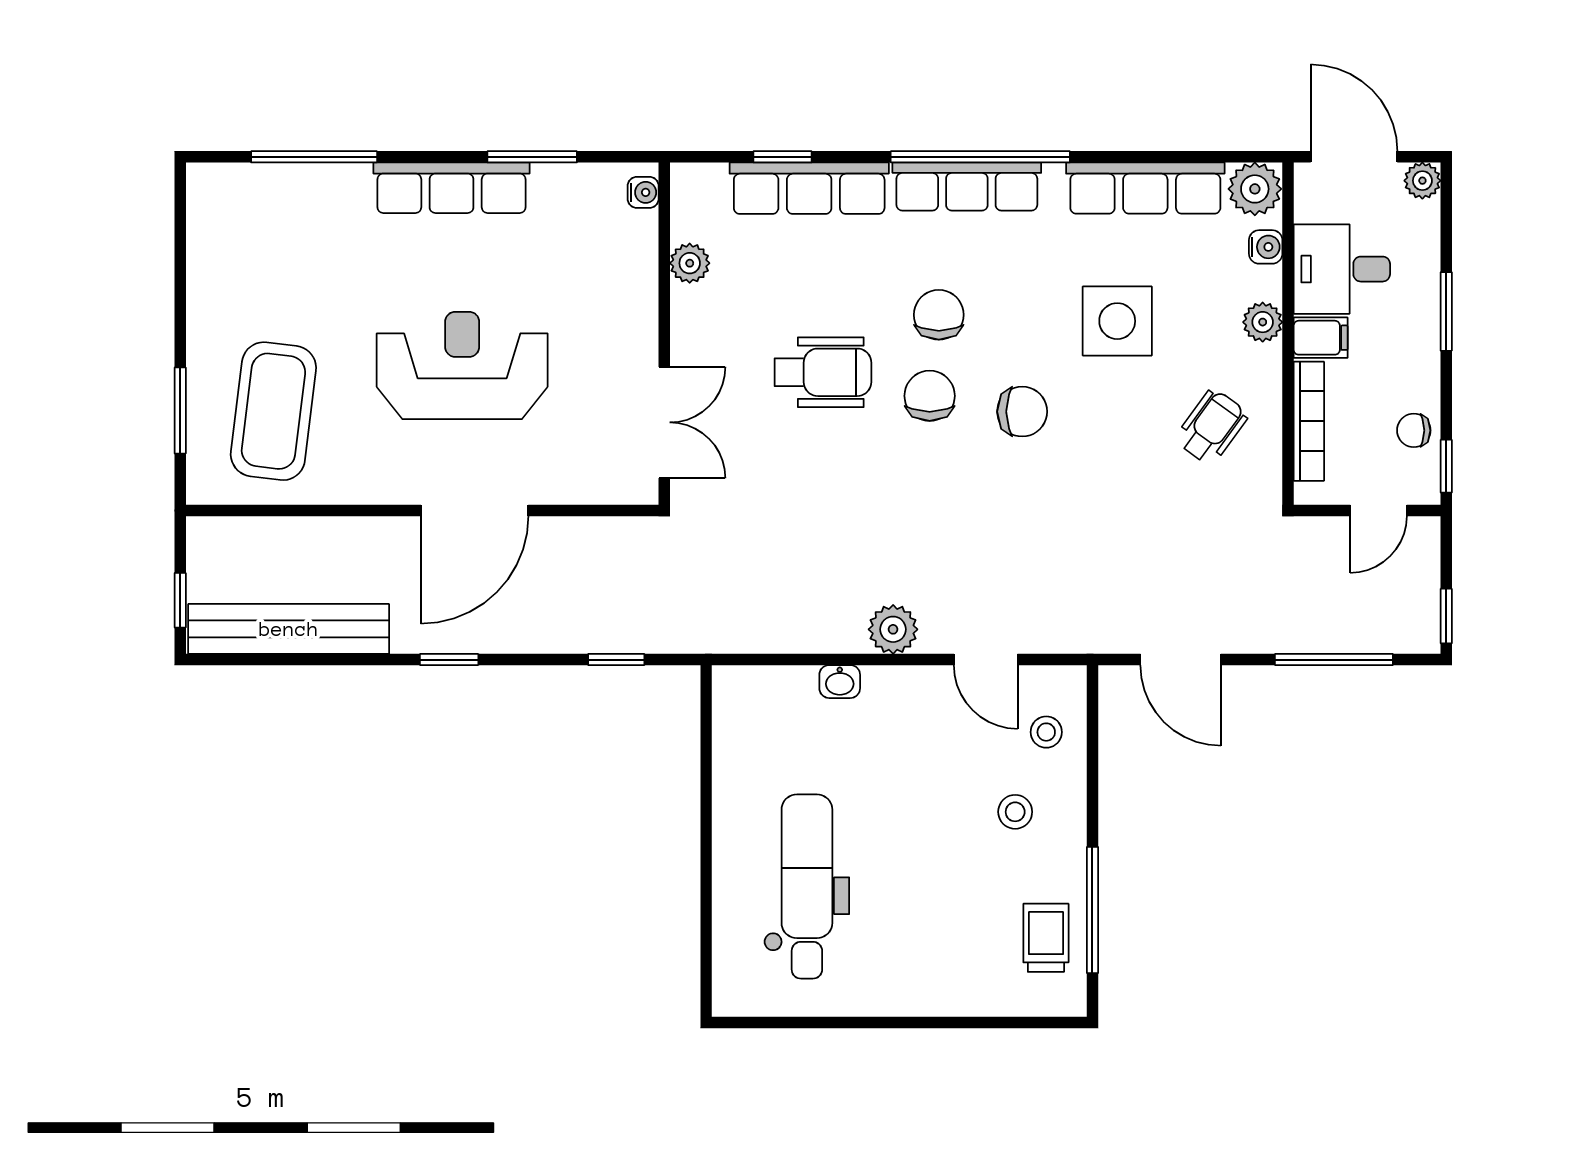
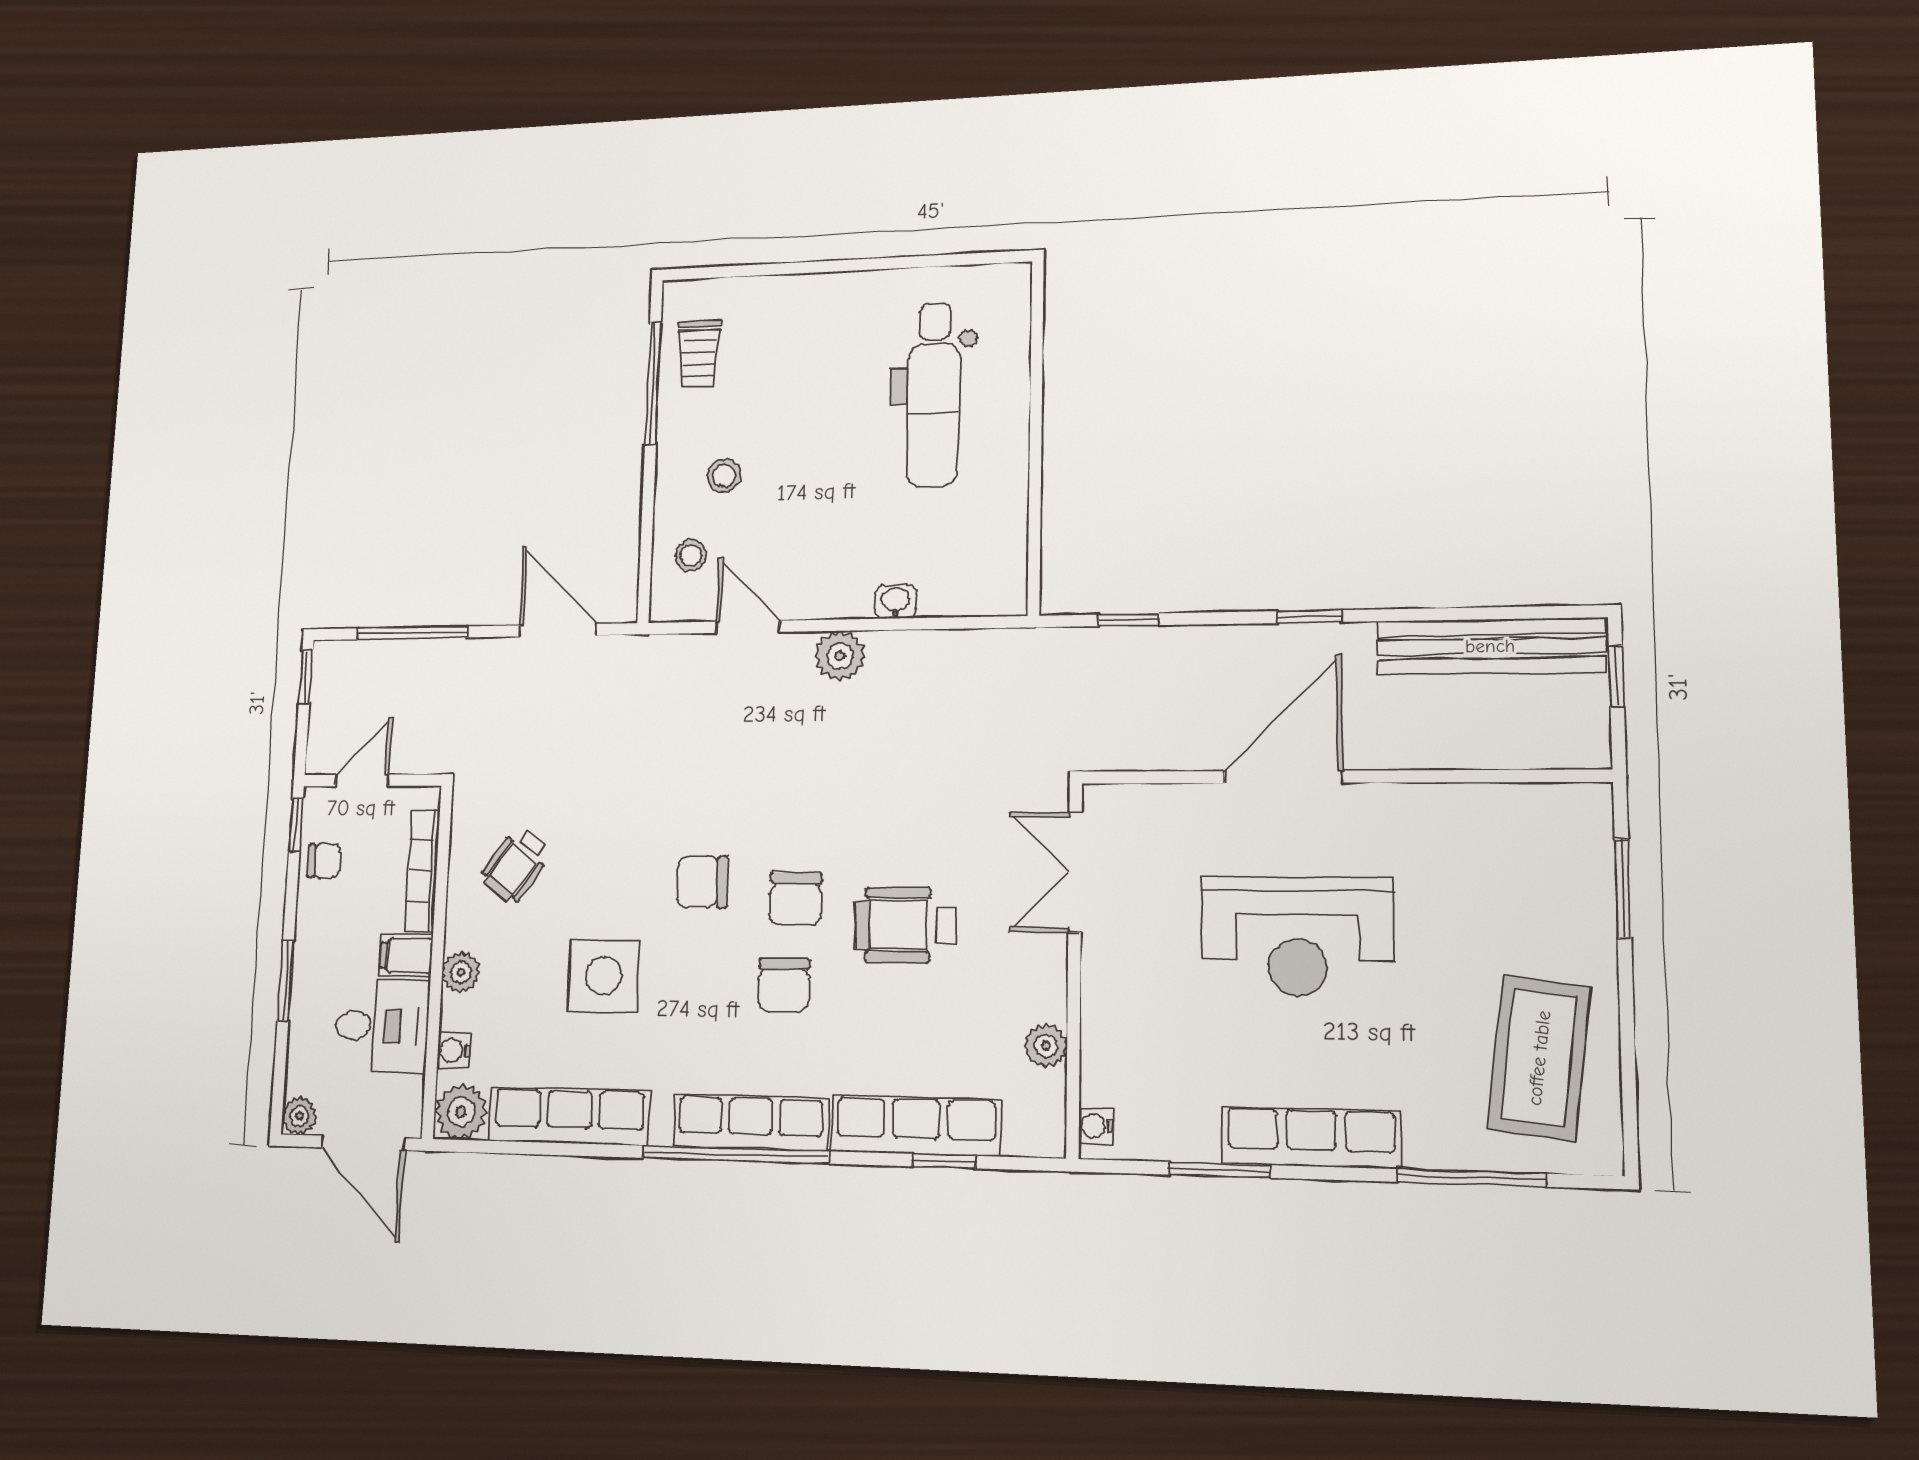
coffee table: (273, 411) -> (1539, 1058), moved

